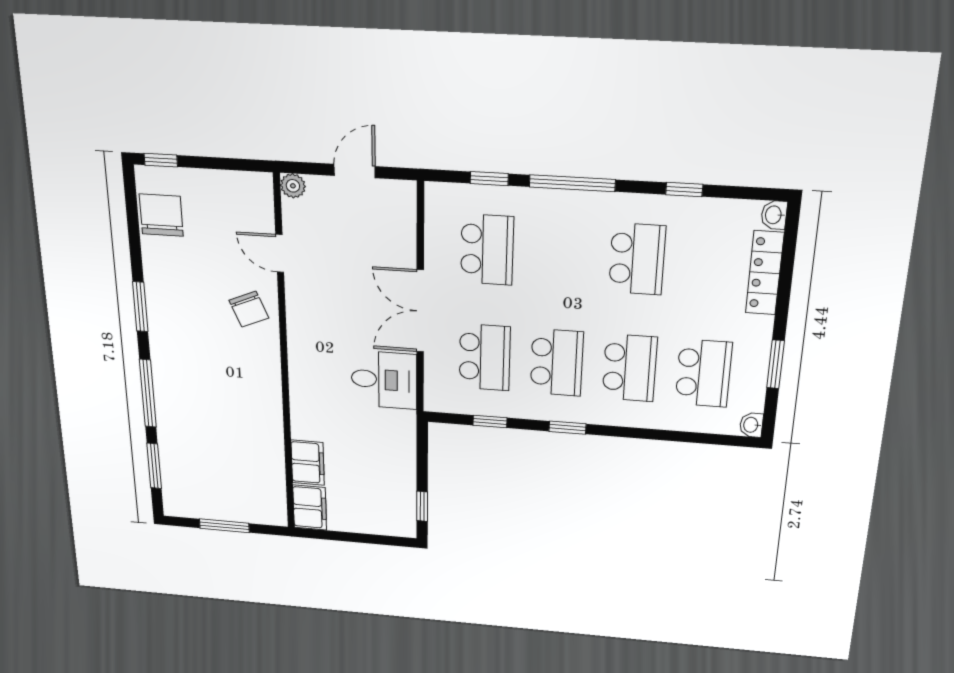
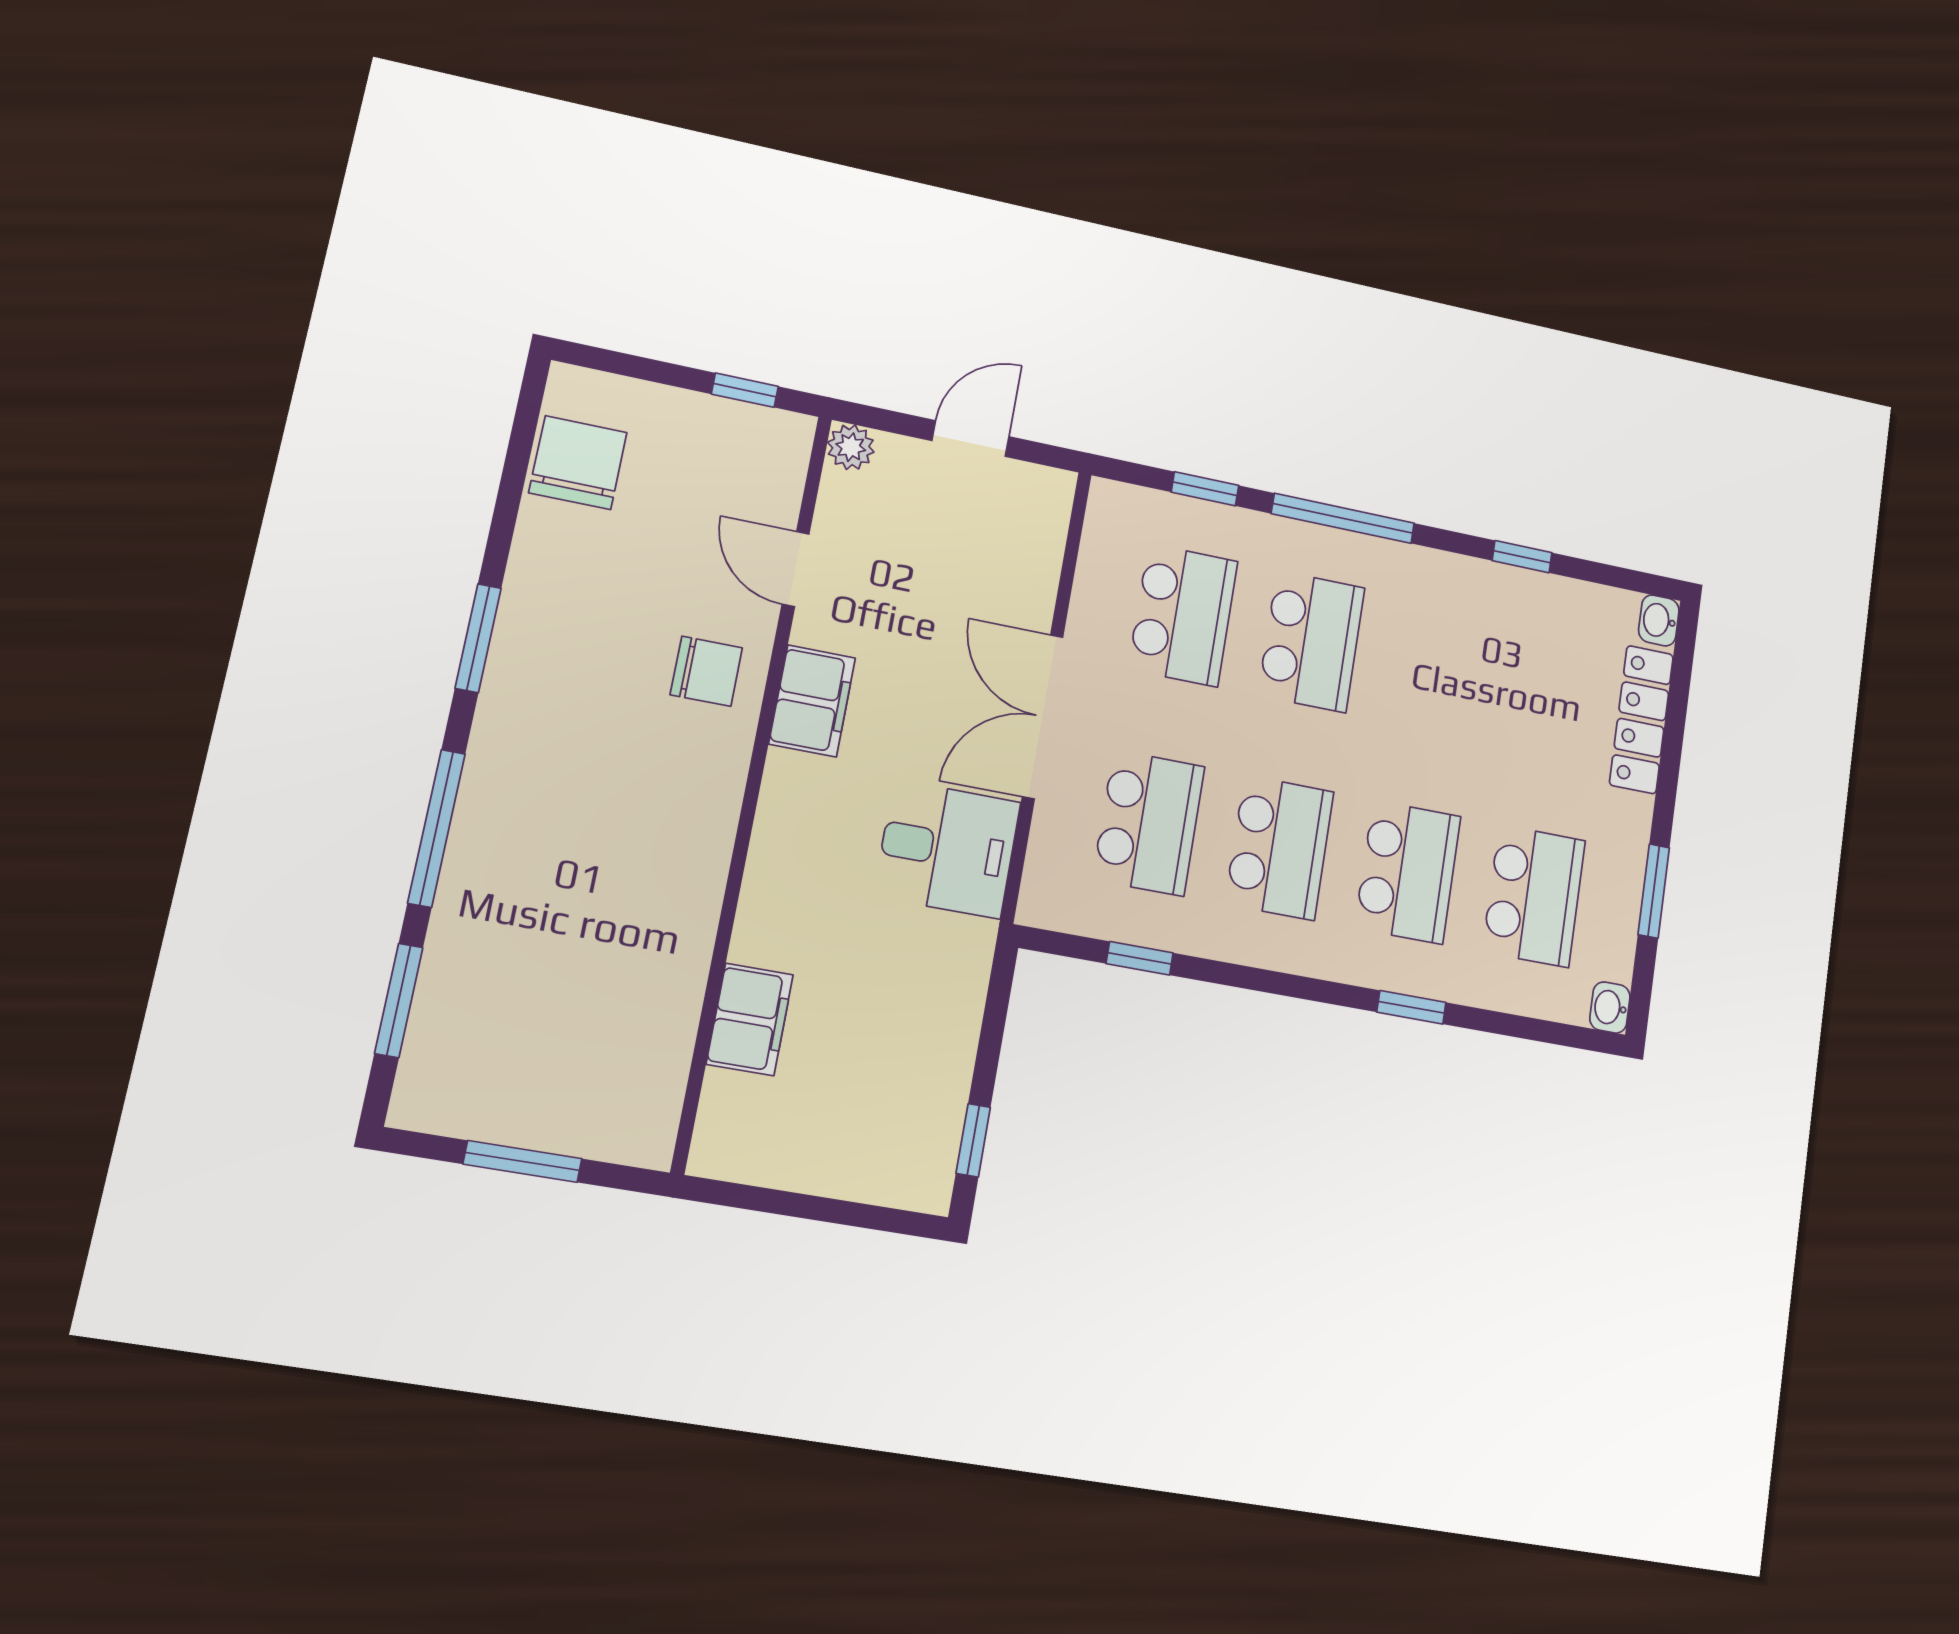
window: (161, 160) -> (745, 390), moved
school desk: (637, 259) -> (1311, 641), moved
chair: (249, 309) -> (706, 671), turned -67
window: (567, 428) -> (1411, 1007), moved
filing cabinet: (310, 508) -> (812, 701), moved

